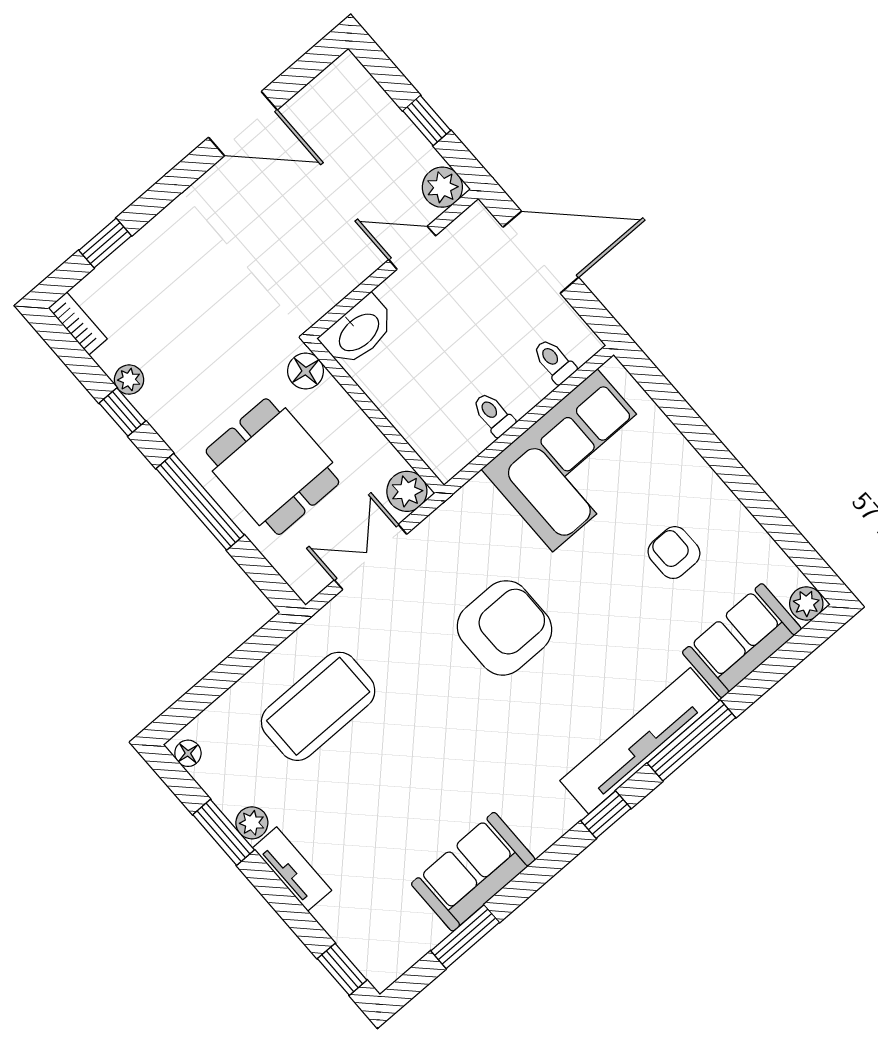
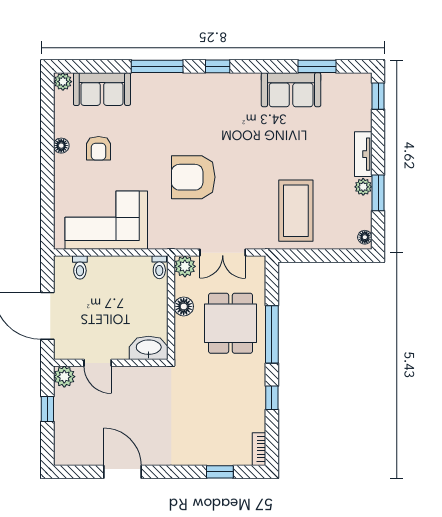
floor lamp: (306, 371) -> (184, 306), moved
plant: (129, 380) -> (258, 409), removed
toilet: (493, 414) -> (159, 267), moved
floor lamp: (730, 511) -> (61, 146), added
coffee table: (318, 706) -> (296, 211), turned 90
tv unit: (640, 741) -> (178, 84), removed

